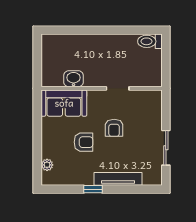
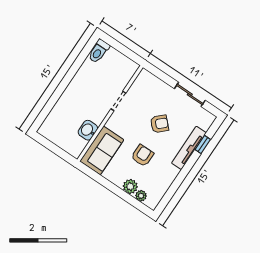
armchair: (114, 128) -> (159, 124), moved, turned -44
plant: (49, 150) -> (130, 186), added
window: (93, 189) -> (203, 145), moved

